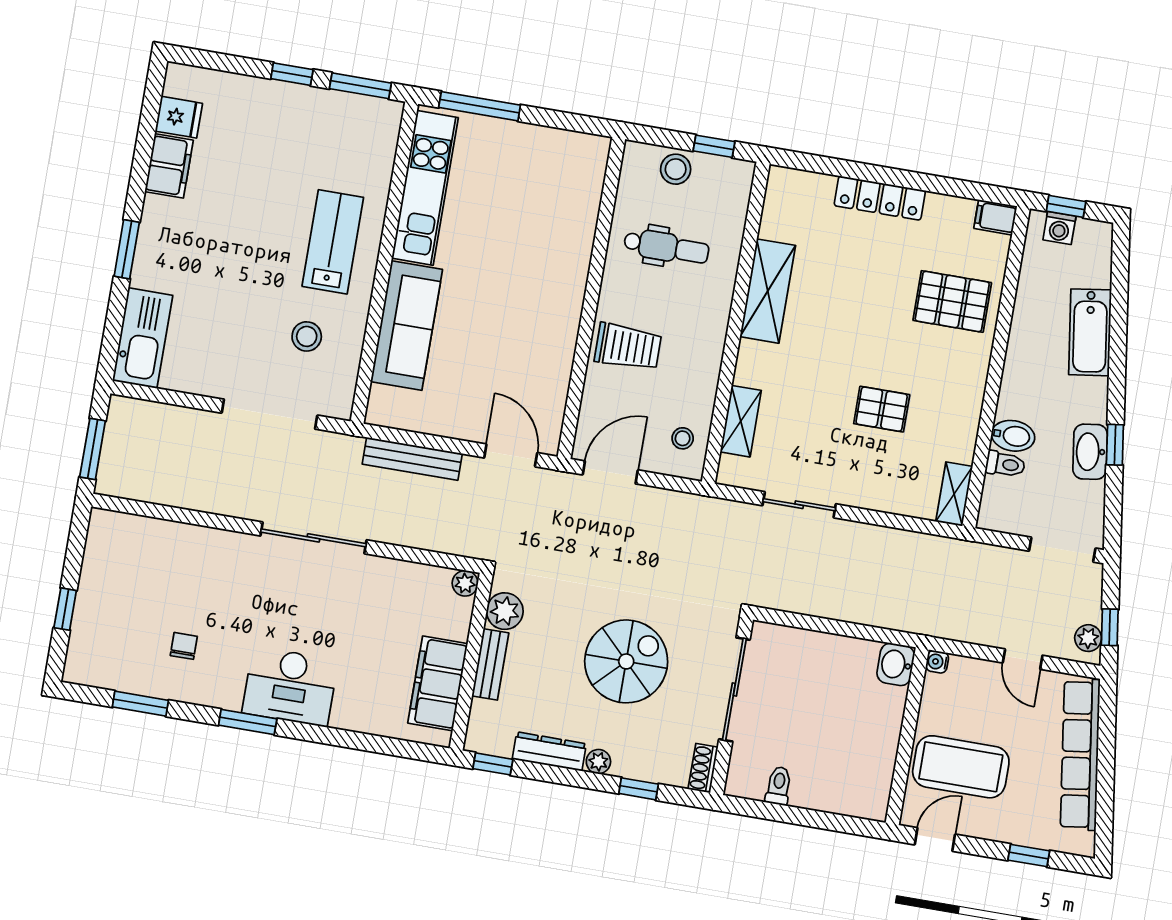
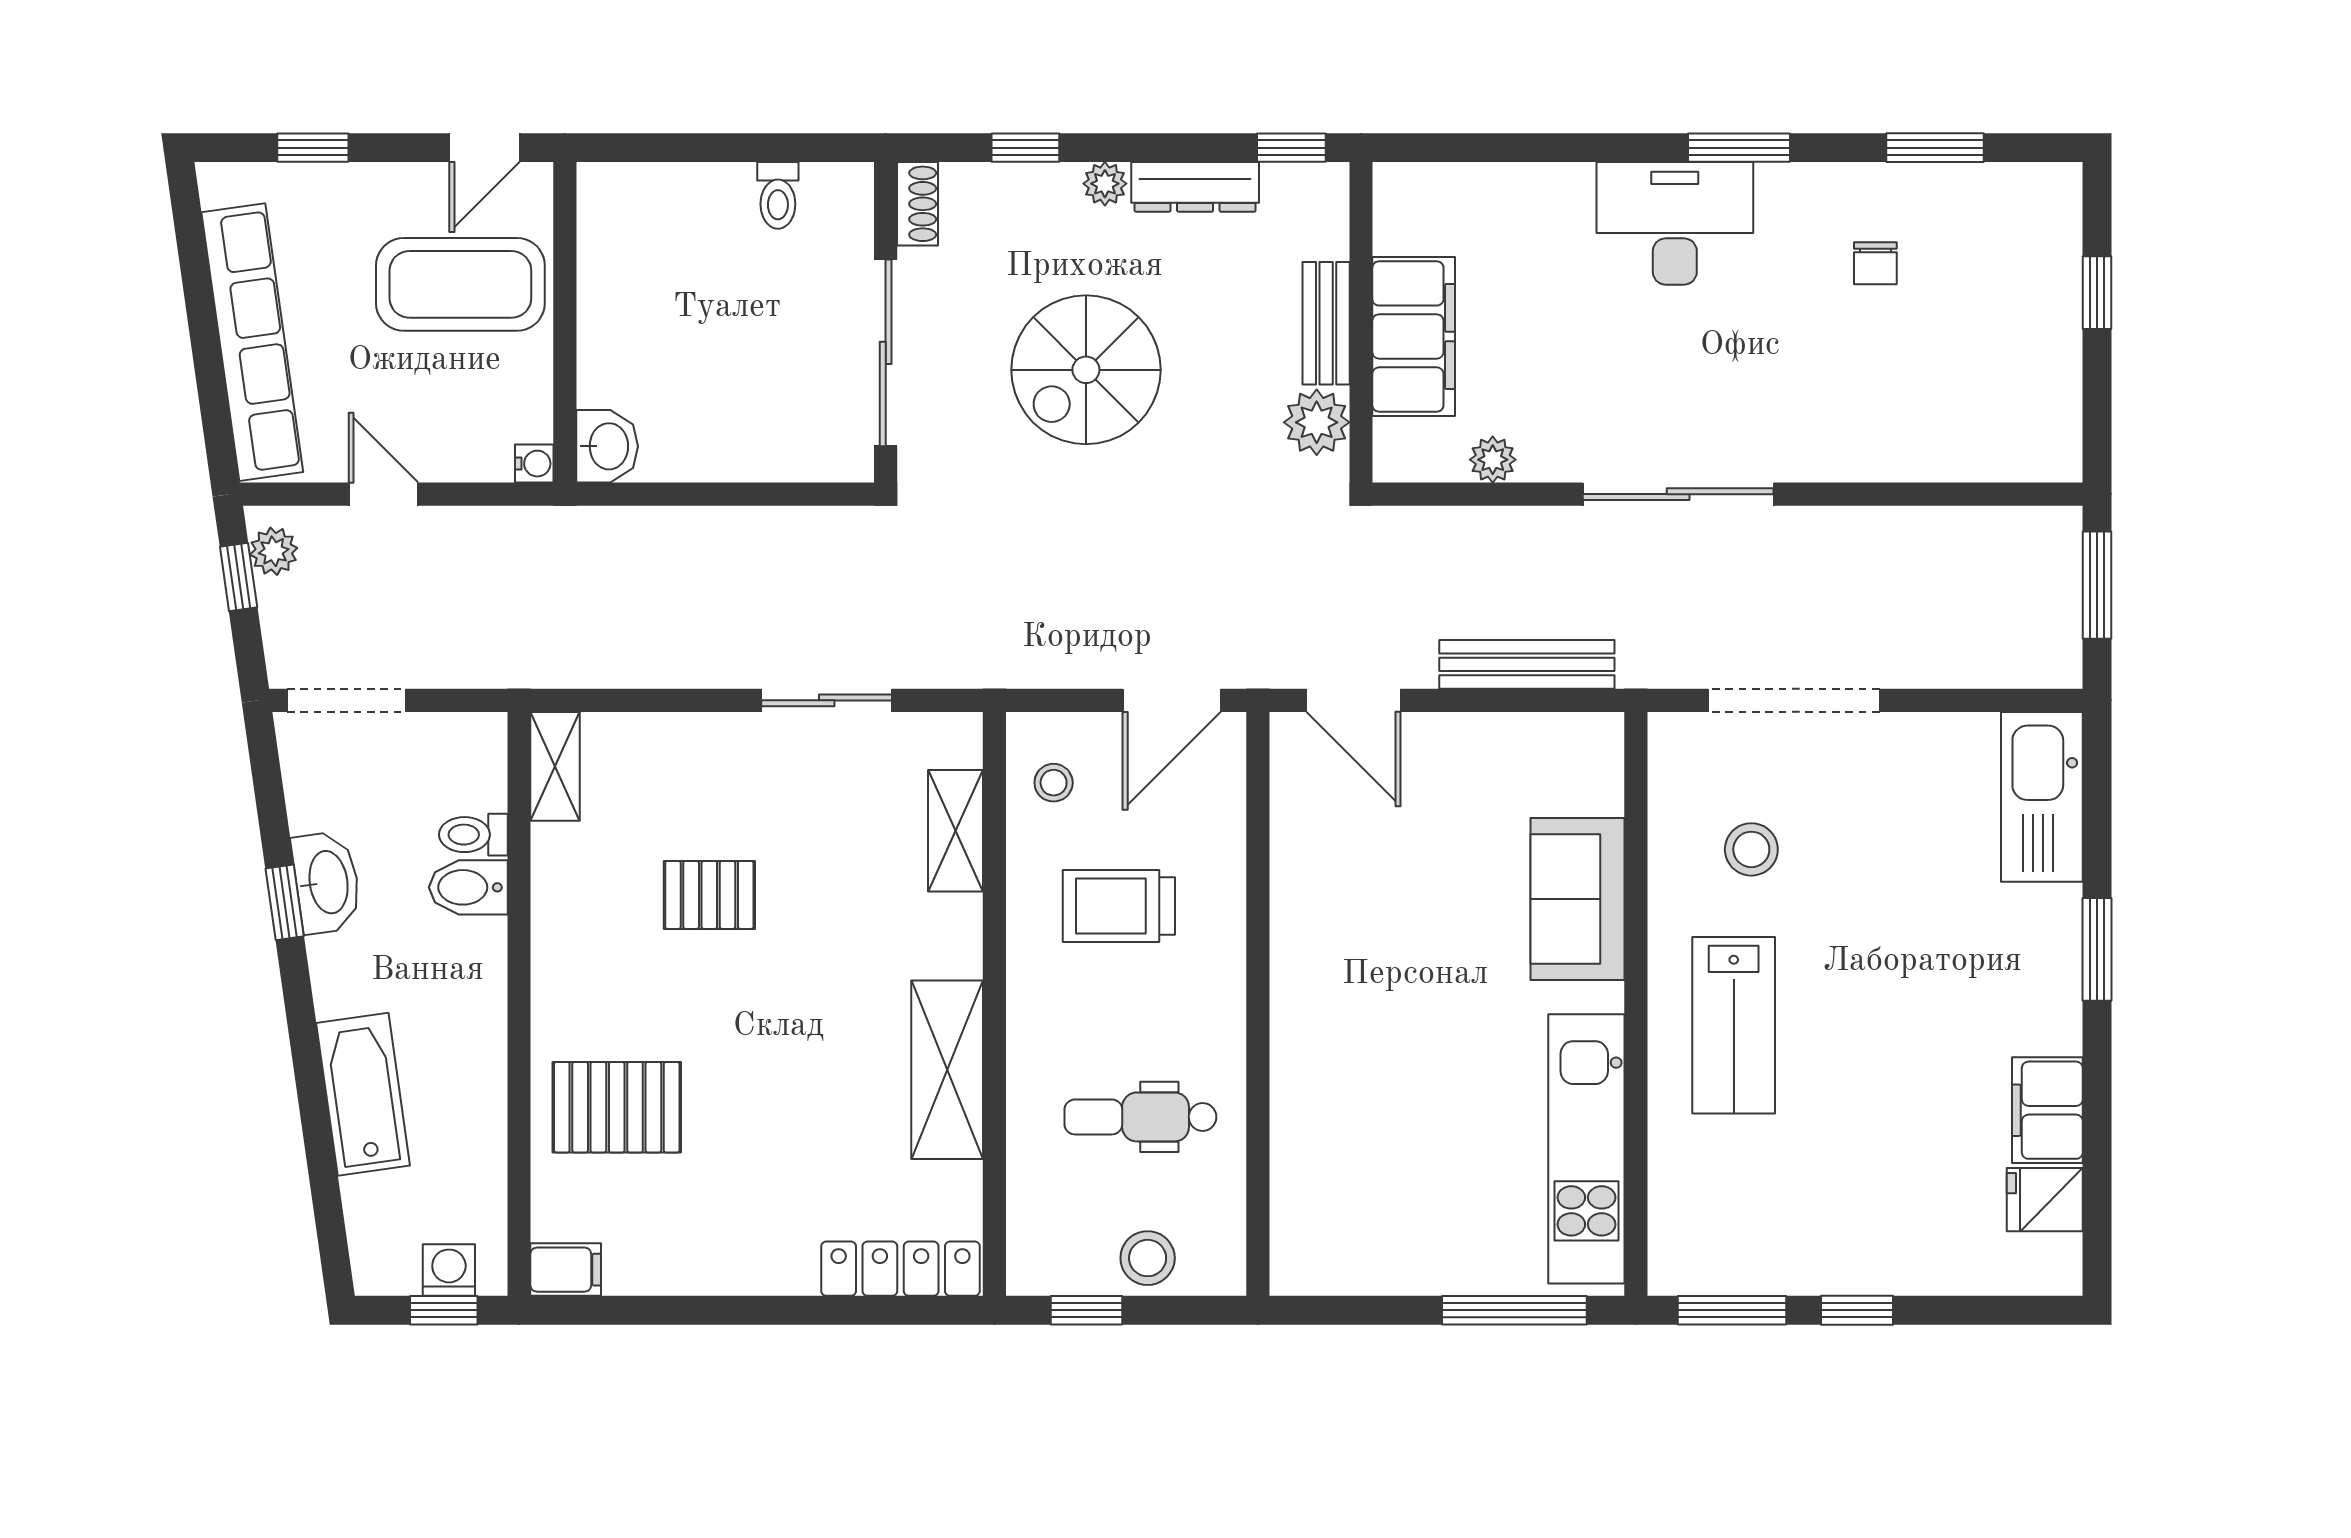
locker: (880, 198) -> (901, 1269), moved
sofa: (407, 326) -> (1578, 899), width x0.73
trolley: (628, 347) -> (1119, 906), moved
plant: (465, 583) -> (1493, 460), moved
filing cabinet: (438, 683) -> (1414, 336), moved

